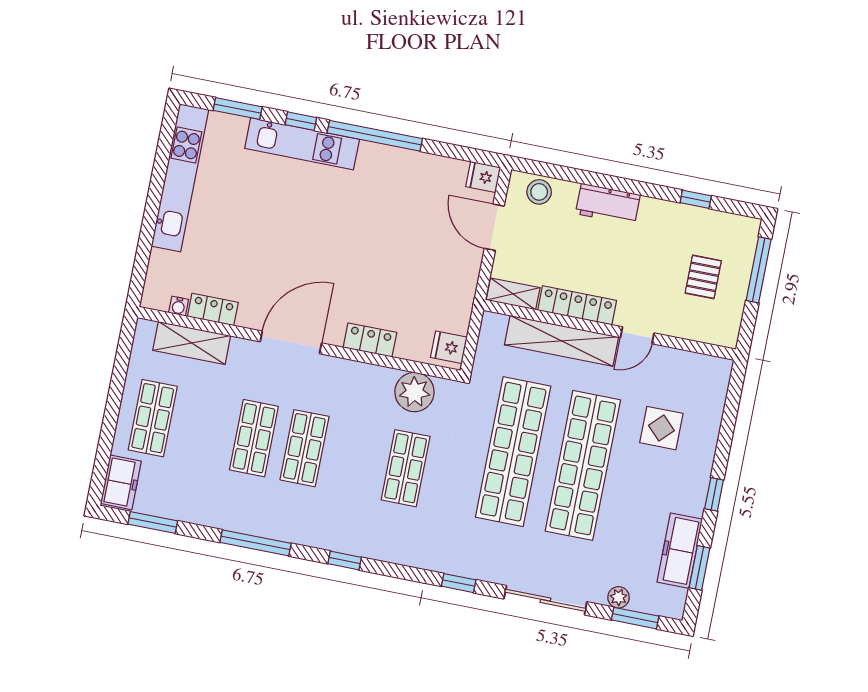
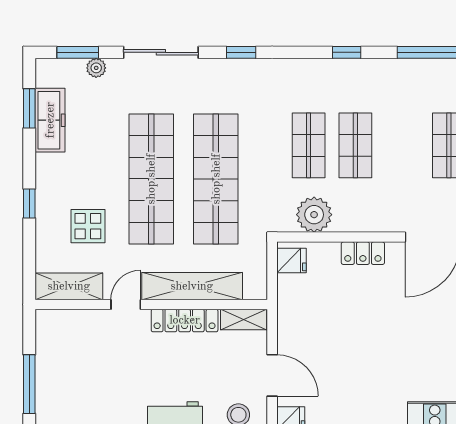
pallet: (703, 277) -> (77, 368), removed
shelving: (695, 367) -> (69, 286), added
shop shelf: (304, 448) -> (355, 145), moved
window: (714, 494) -> (29, 203), moved

